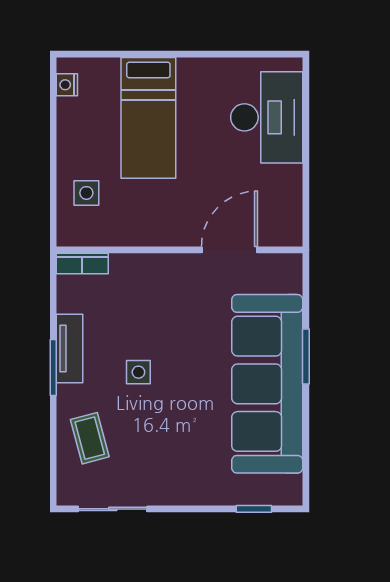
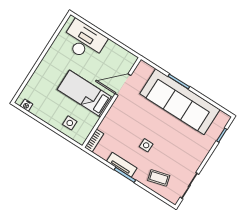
bed: (148, 118) -> (85, 94), moved, turned 180
door: (229, 250) -> (123, 85), hinge flipped

